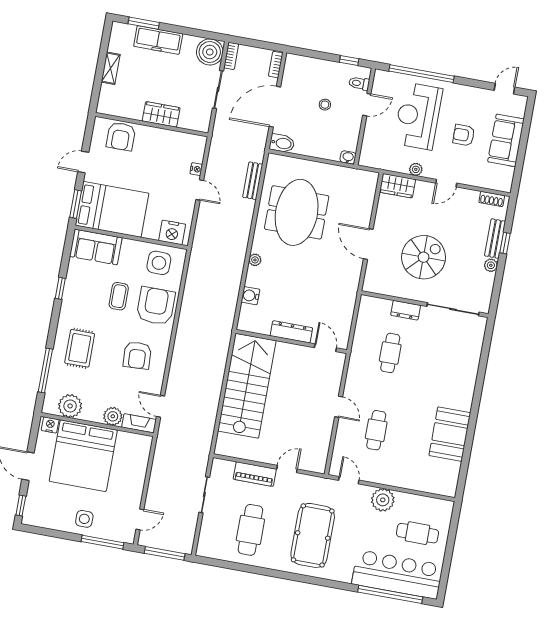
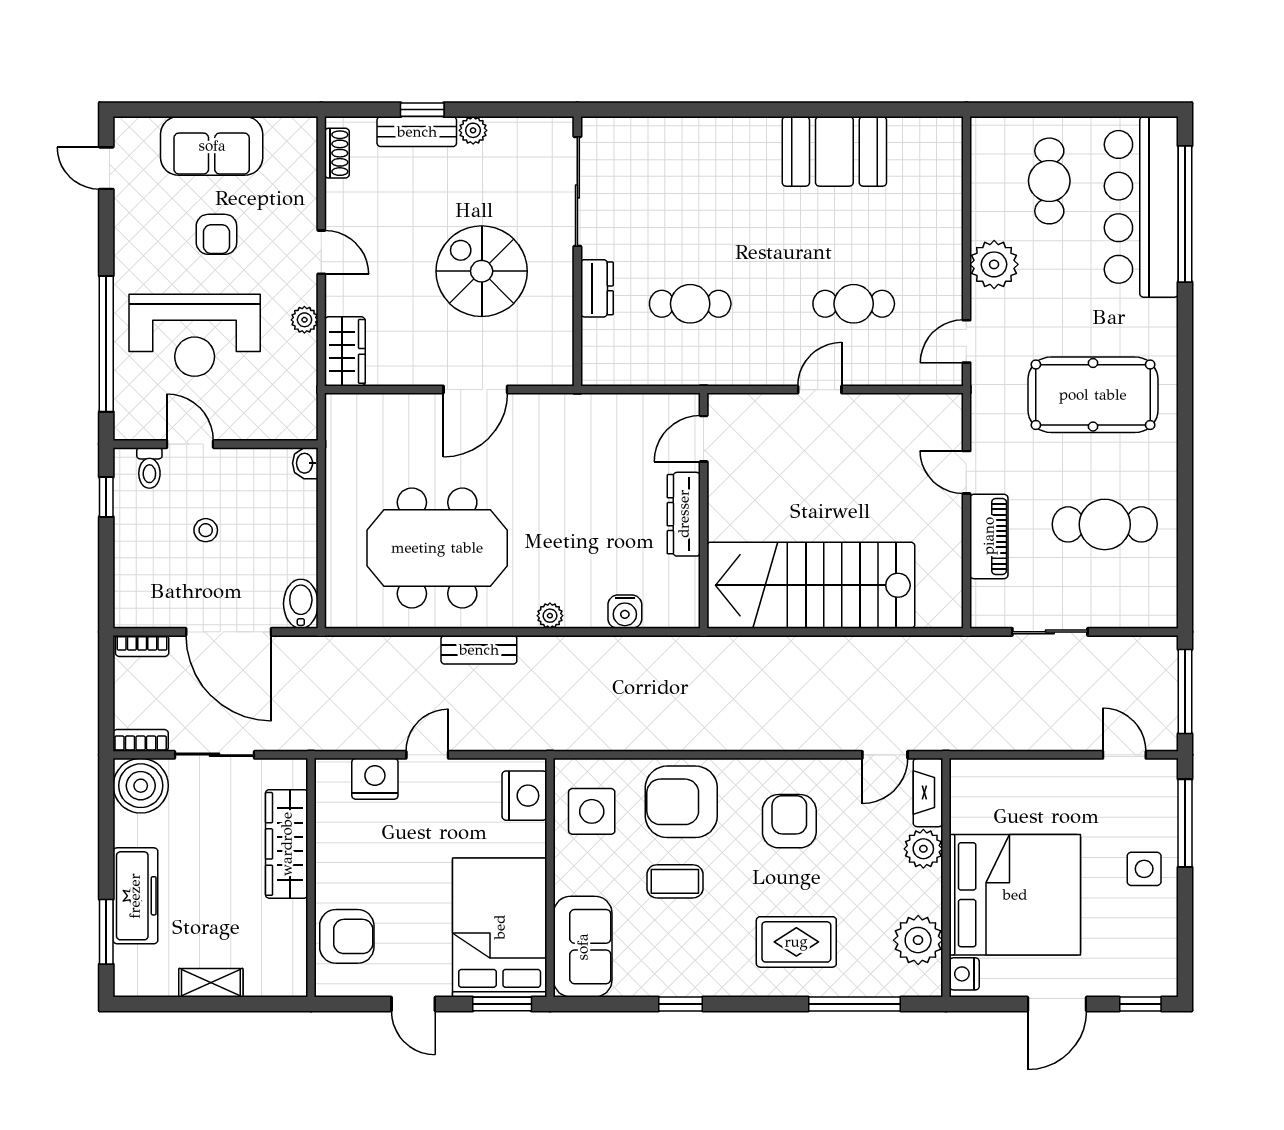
wardrobe: (161, 114) -> (287, 844), width x1.50
nightstand: (196, 169) -> (375, 779), width x1.89, depth x1.79
bench: (253, 181) -> (479, 650), moved
armchair: (137, 355) -> (789, 821), turned -87

